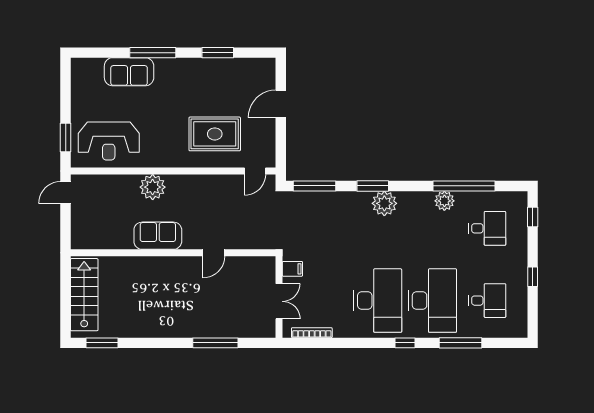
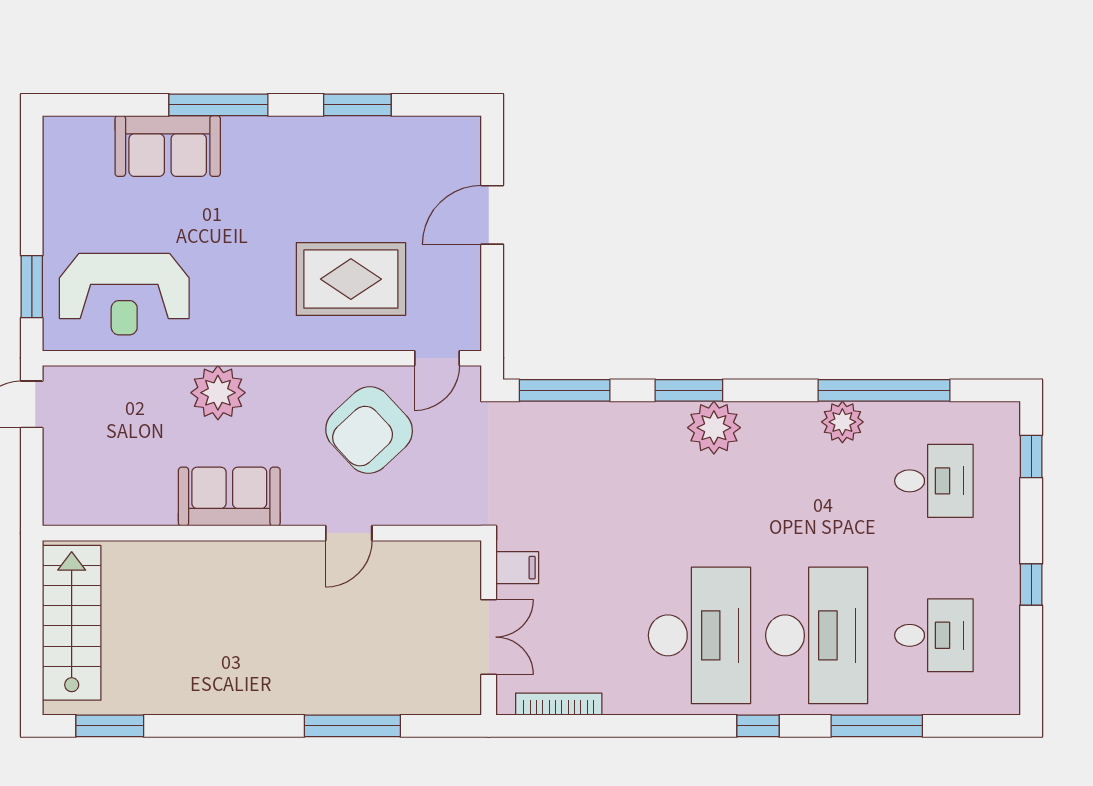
armchair: (223, 205) -> (369, 430), added

